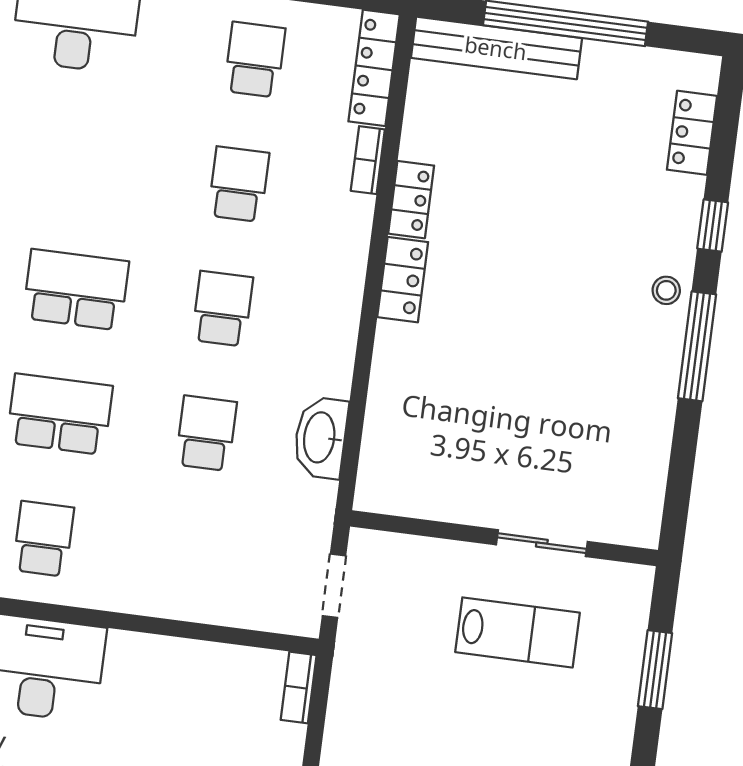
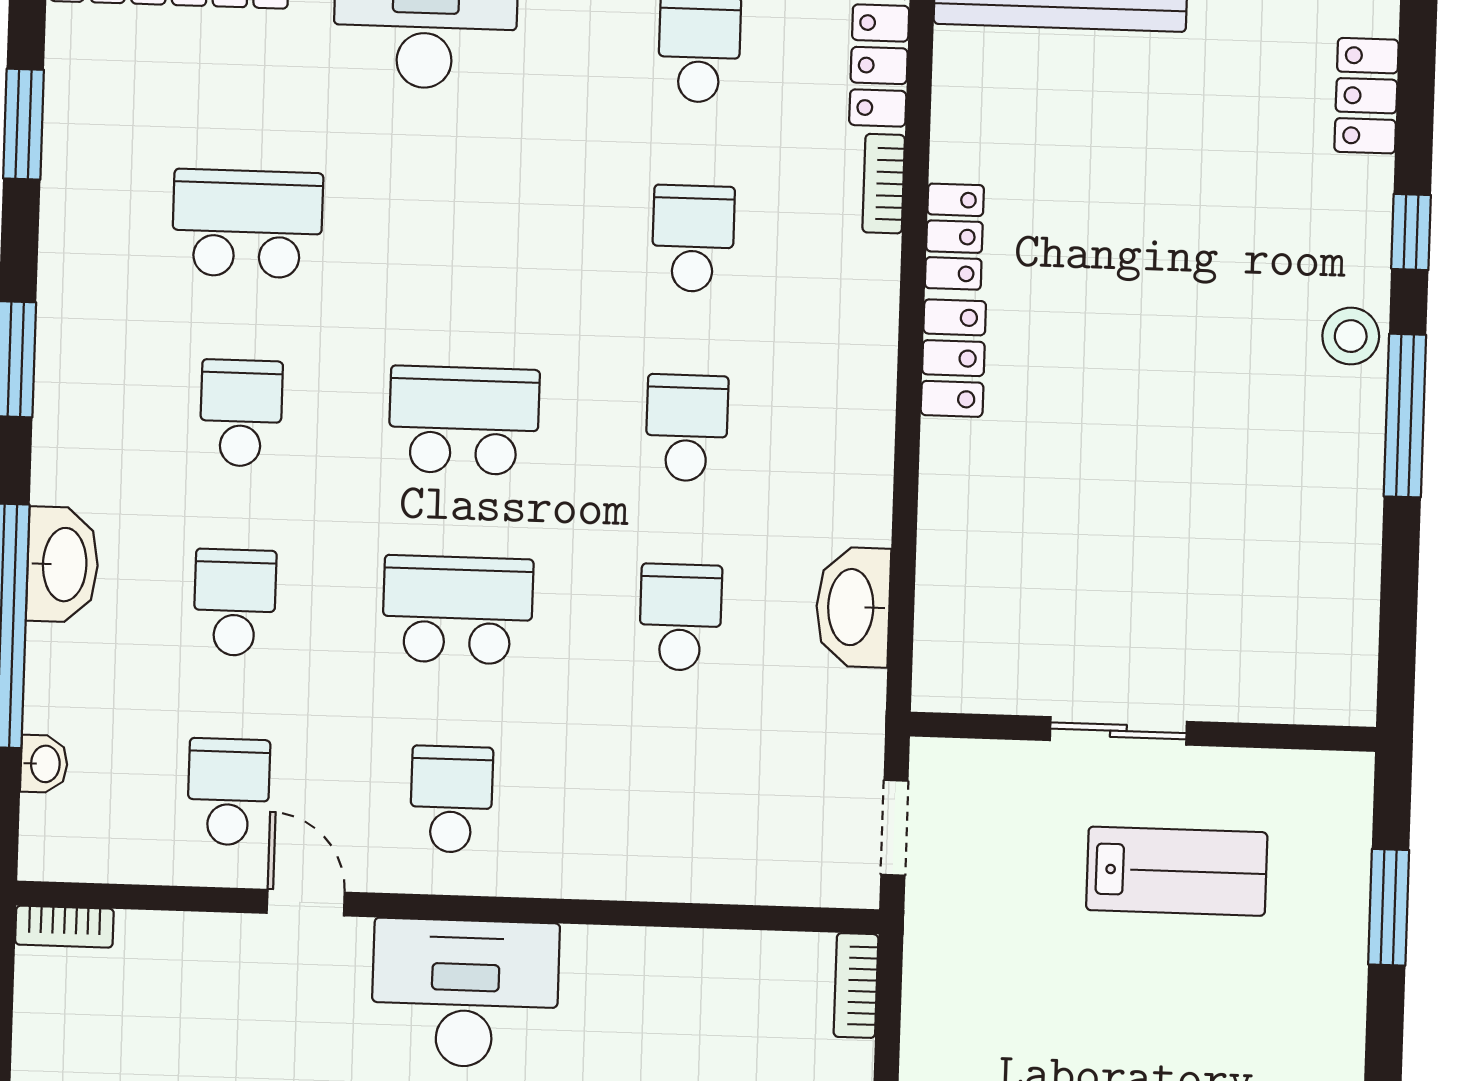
stool: (666, 290) -> (1351, 336), width x1.37, depth x1.37
sliding door: (542, 543) -> (1118, 731), moved

